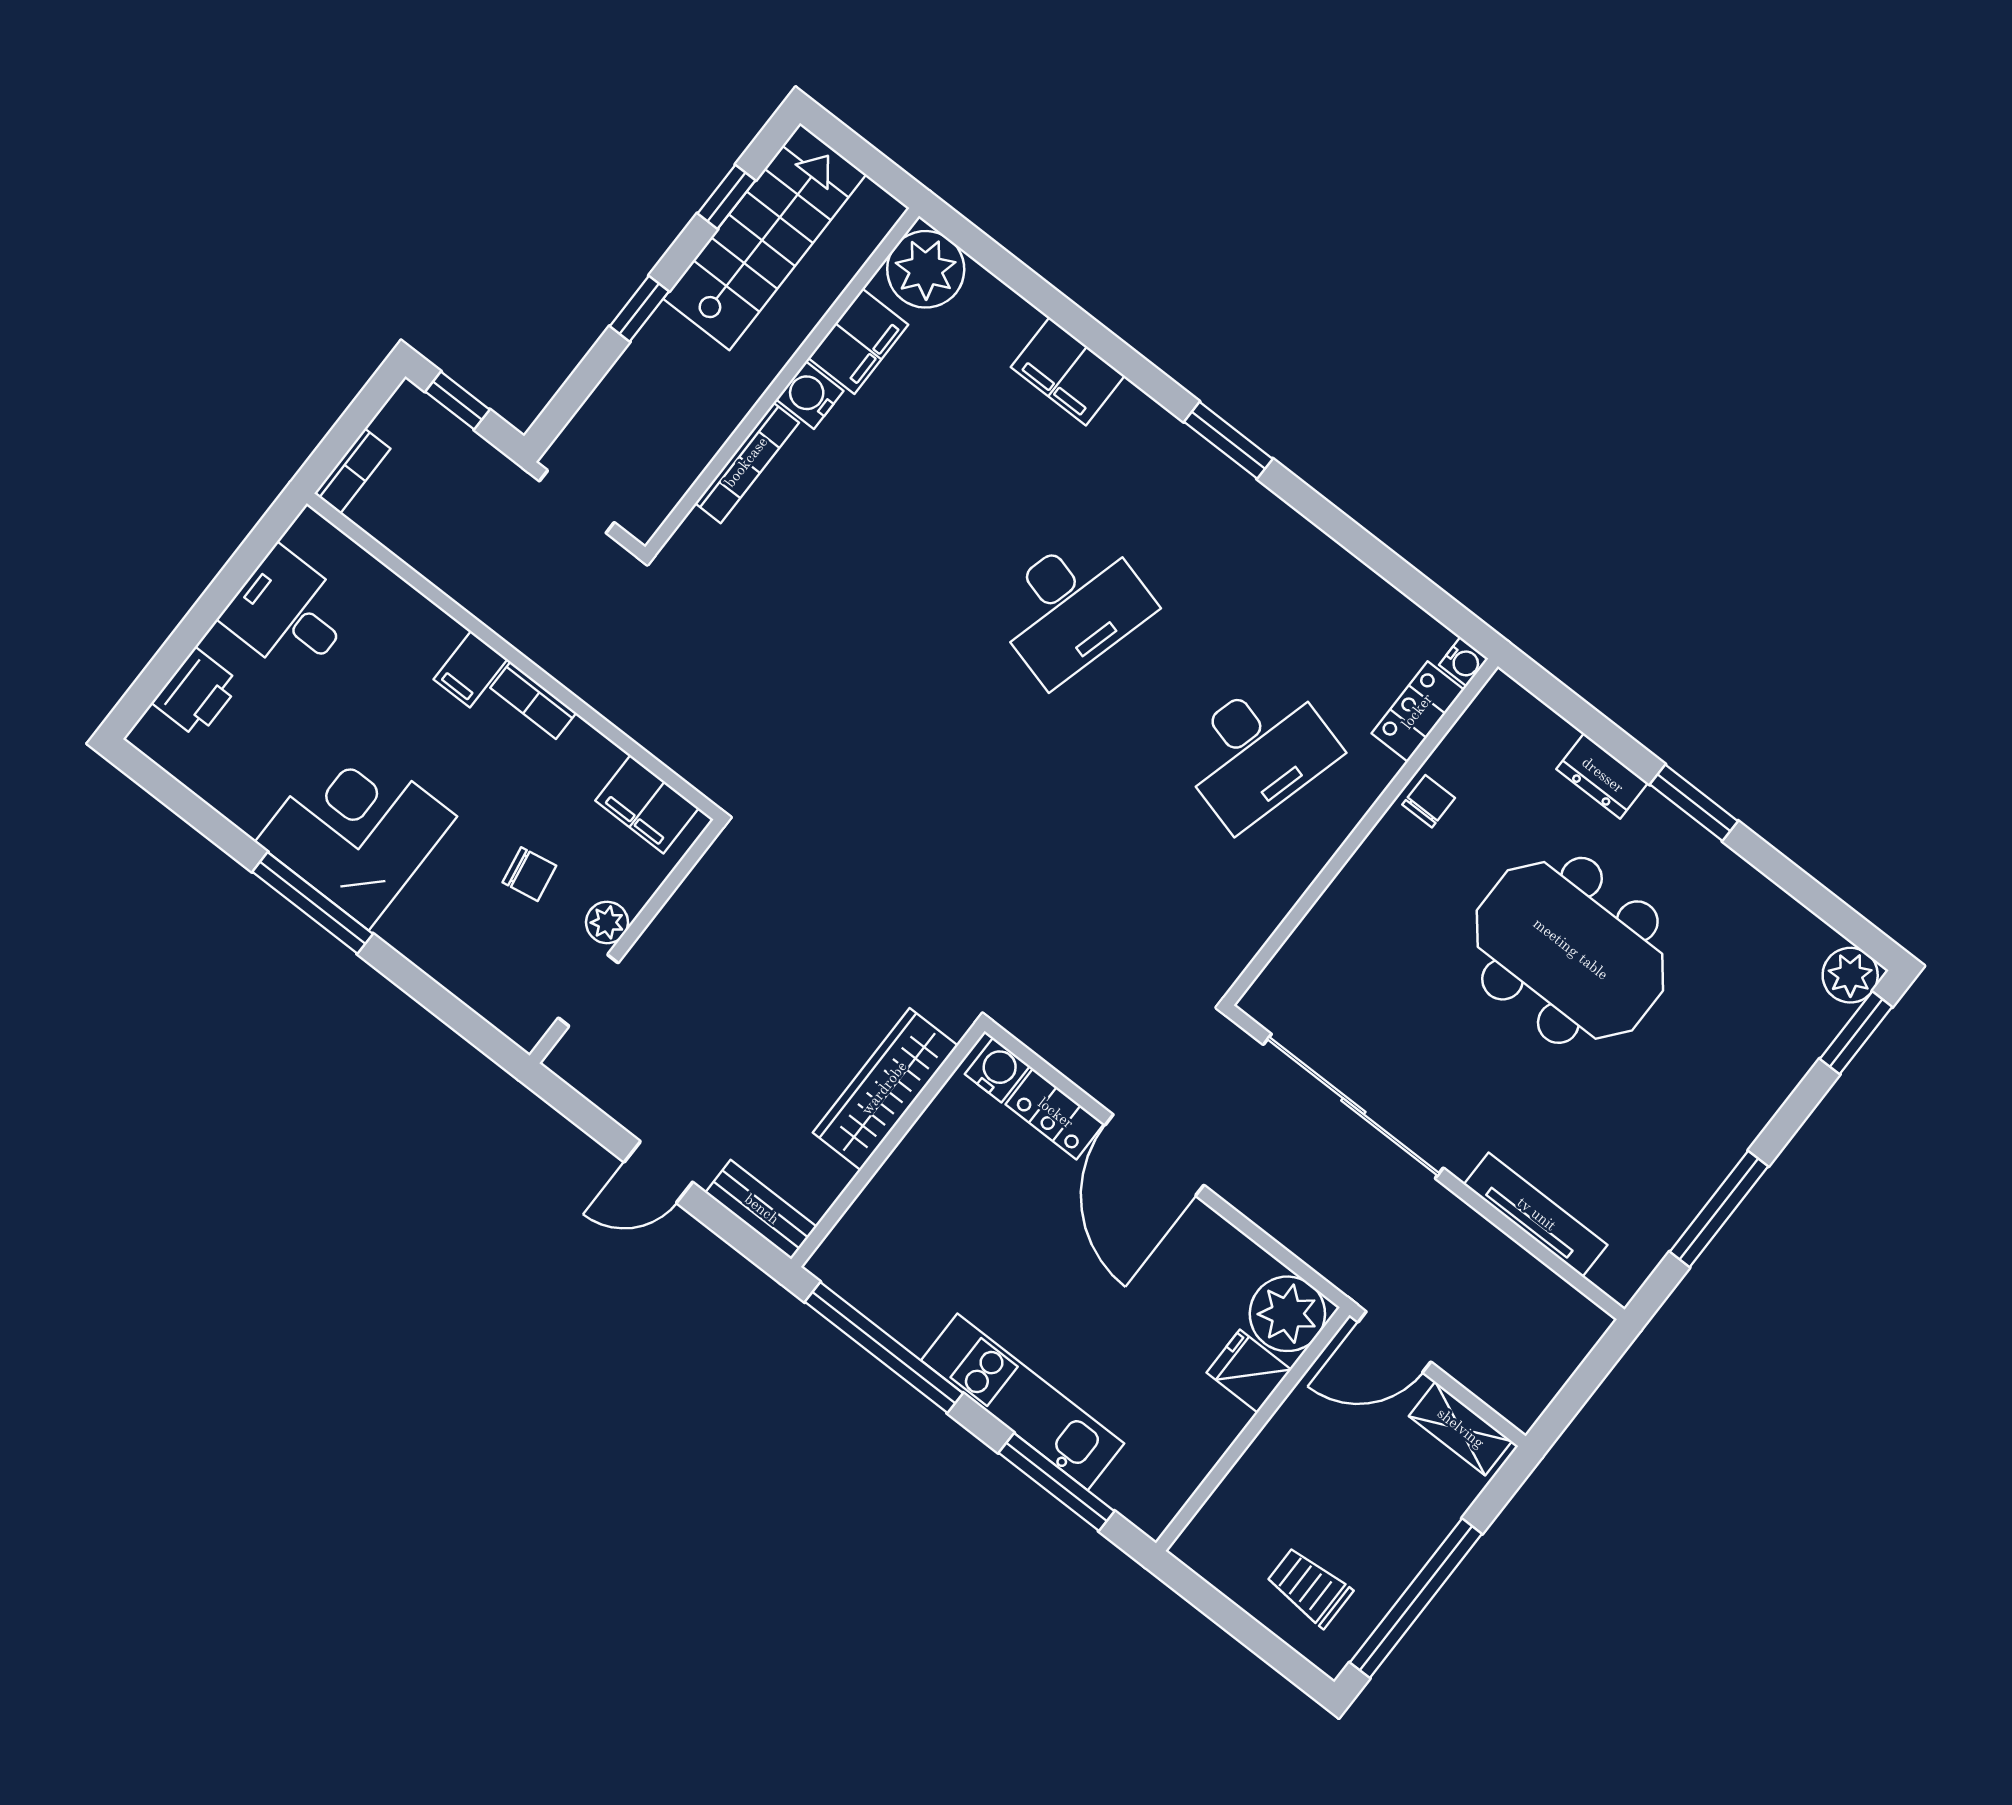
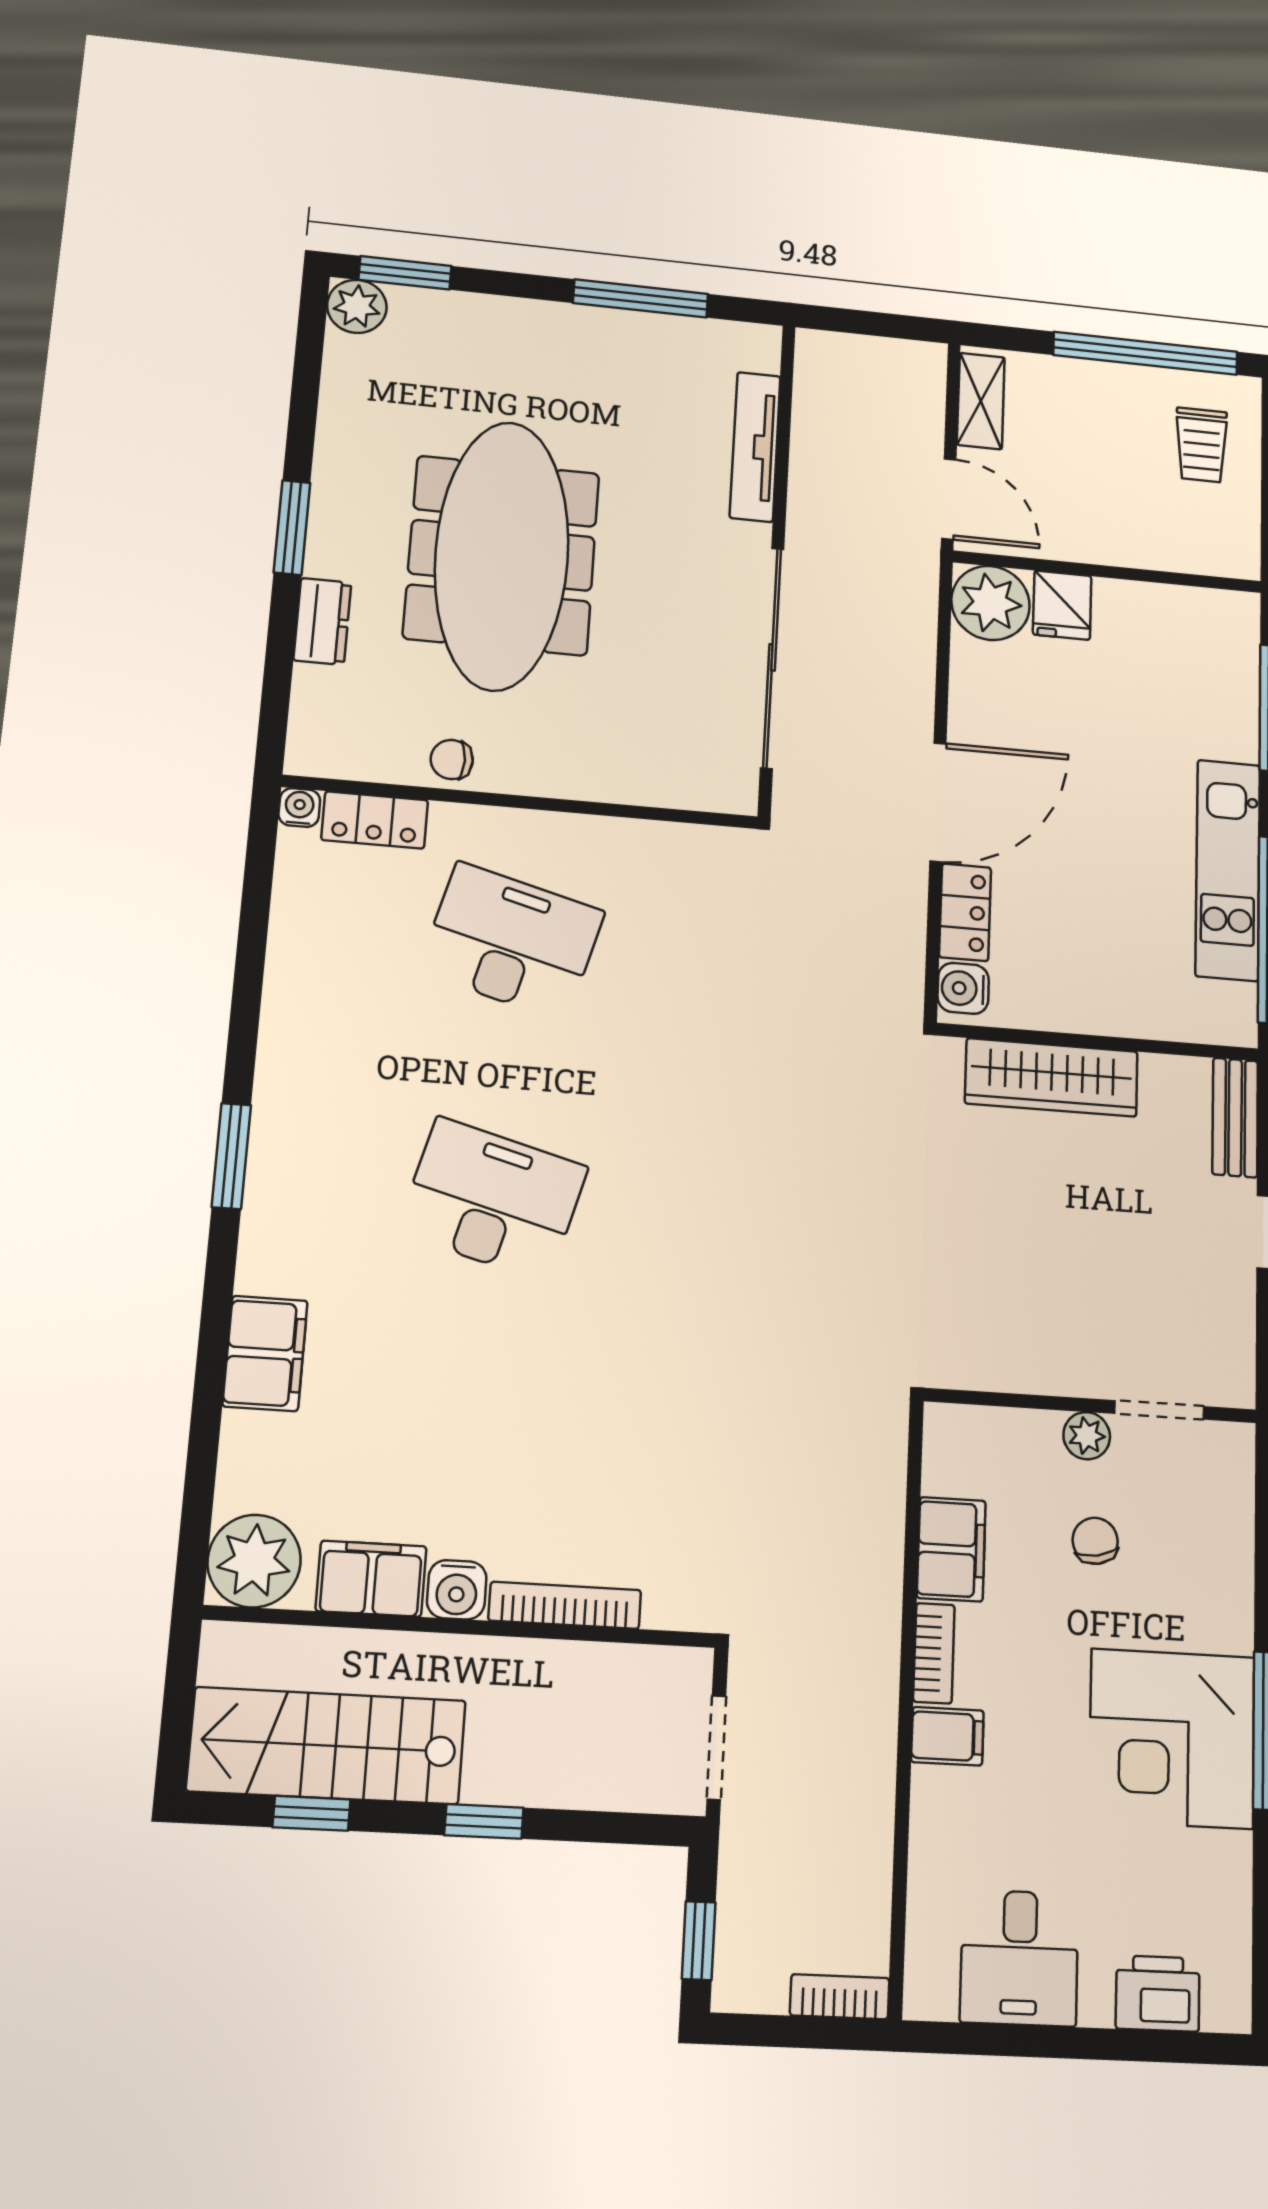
filing cabinet: (647, 804) -> (951, 1549), moved
meeting table: (1570, 950) -> (502, 555), width x1.36
kitchen unit: (1023, 1402) -> (1228, 870), moved

